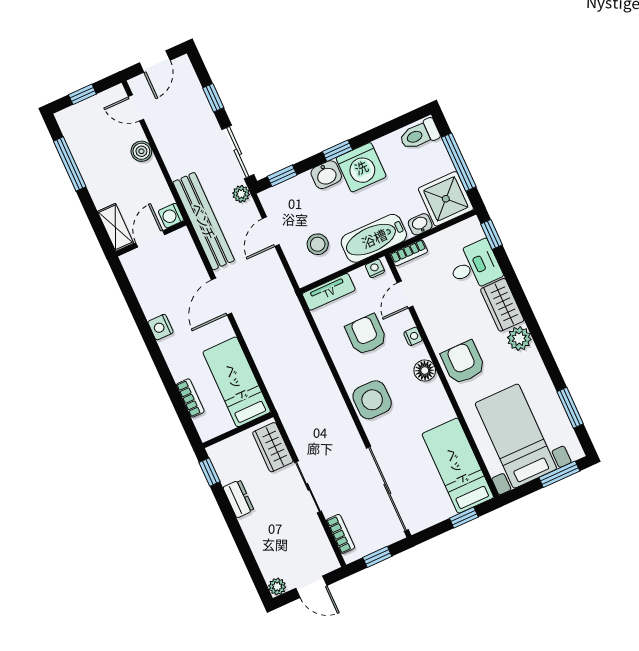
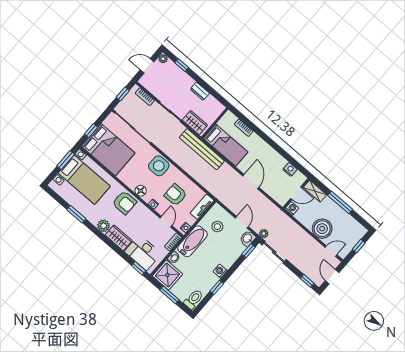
window: (213, 98) -> (307, 281), moved
boiler: (141, 151) -> (322, 229), width x1.86, depth x1.86
window: (337, 151) -> (217, 287), moved
window: (459, 162) -> (169, 295), width x0.69
window: (70, 164) -> (340, 202), moved
washing machine: (361, 167) -> (220, 271), width x0.53, depth x0.53
washbasin: (326, 175) -> (248, 238), moved
bench: (204, 221) -> (202, 149), moved
door: (150, 239) -> (296, 193), hinge flipped
desk: (475, 266) -> (143, 253), width x1.37
nightstand: (161, 327) -> (290, 169), moved
armchair: (366, 335) -> (175, 195), turned 180
window: (570, 408) -> (76, 214), moved
bed: (458, 466) -> (108, 150), width x1.50
window: (210, 472) -> (182, 65), moved
window: (559, 474) -> (66, 160), moved

